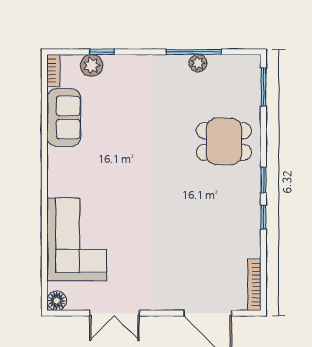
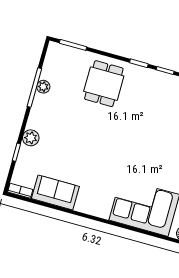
plant: (92, 65) -> (31, 138), moved

